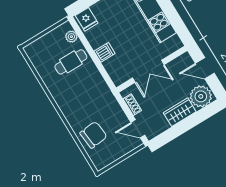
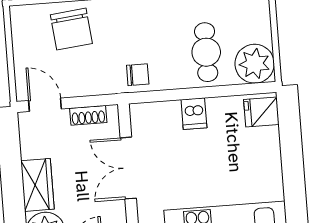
plant: (71, 37) -> (255, 64), width x1.87, depth x1.87
chair: (99, 90) -> (138, 75), added
door: (138, 129) -> (45, 105), hinge flipped

